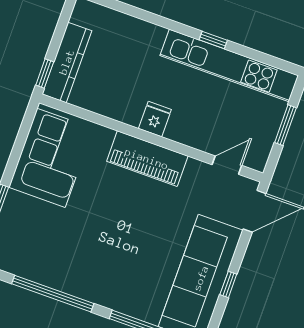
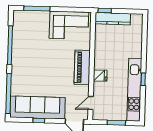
fridge: (155, 119) -> (100, 76), moved
door: (227, 165) -> (91, 103), swing flipped

